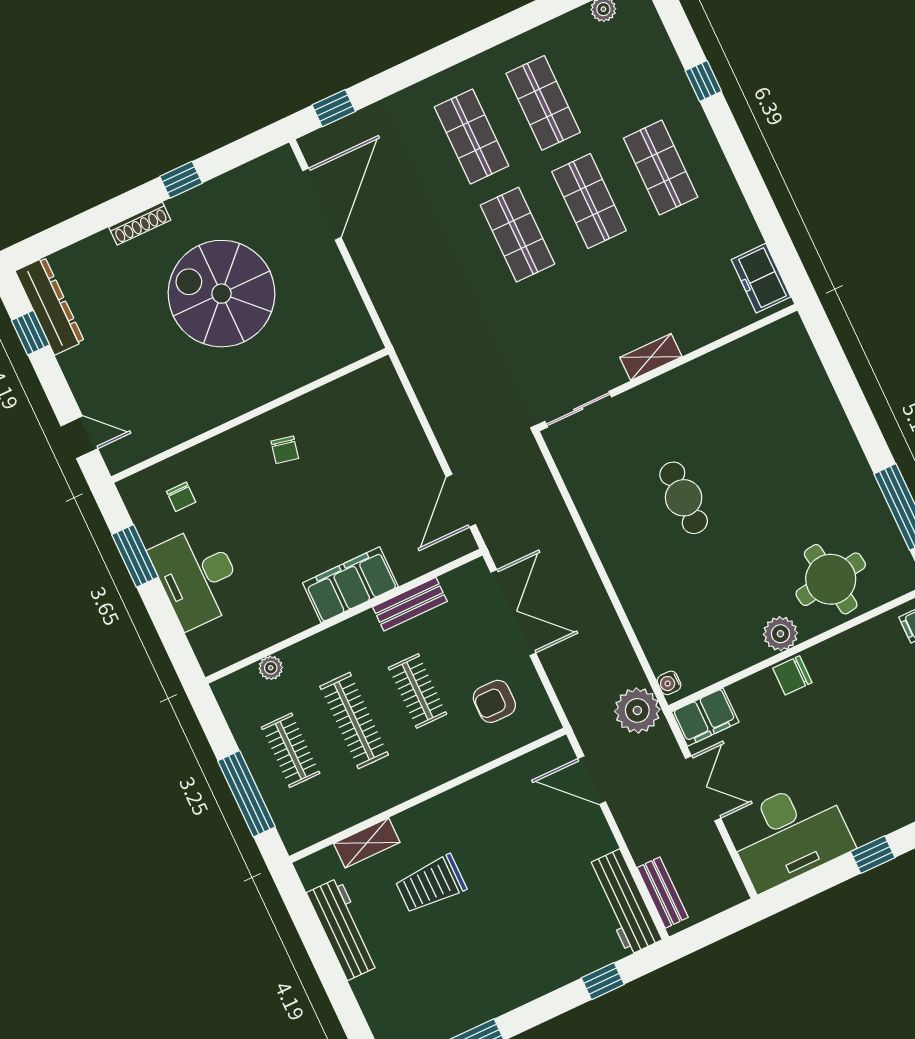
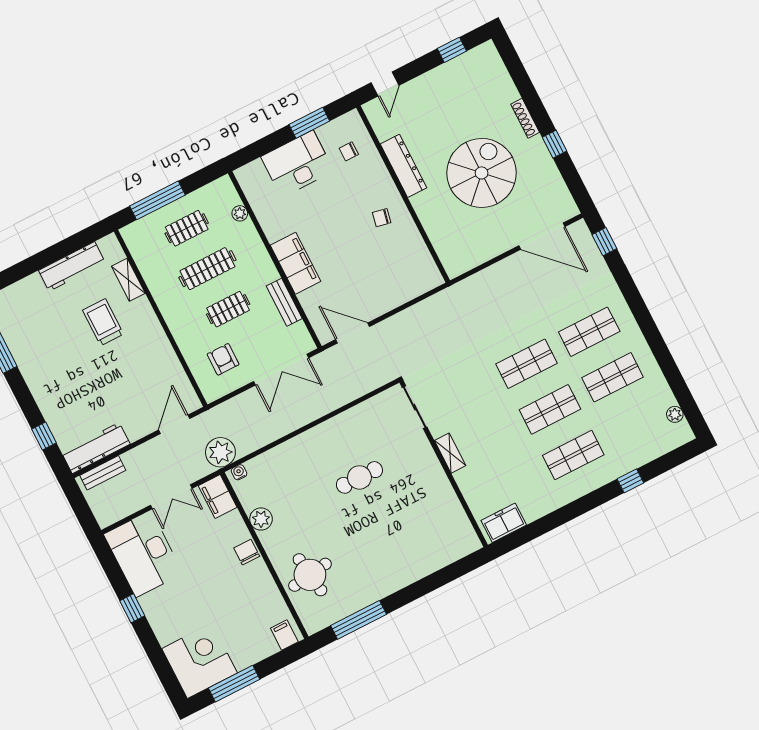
dresser: (50, 306) -> (403, 166), moved, turned -90
plant: (780, 634) -> (261, 519), moved

